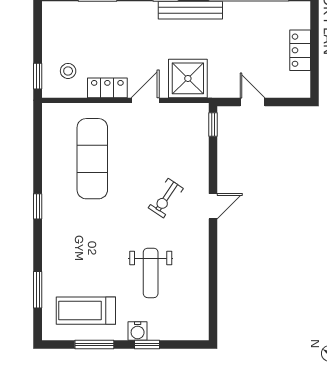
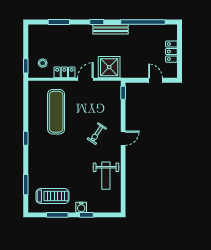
door: (252, 102) -> (156, 80), moved
weight bench: (151, 273) -> (106, 176), moved
treadmill: (86, 311) -> (53, 196), turned 180

